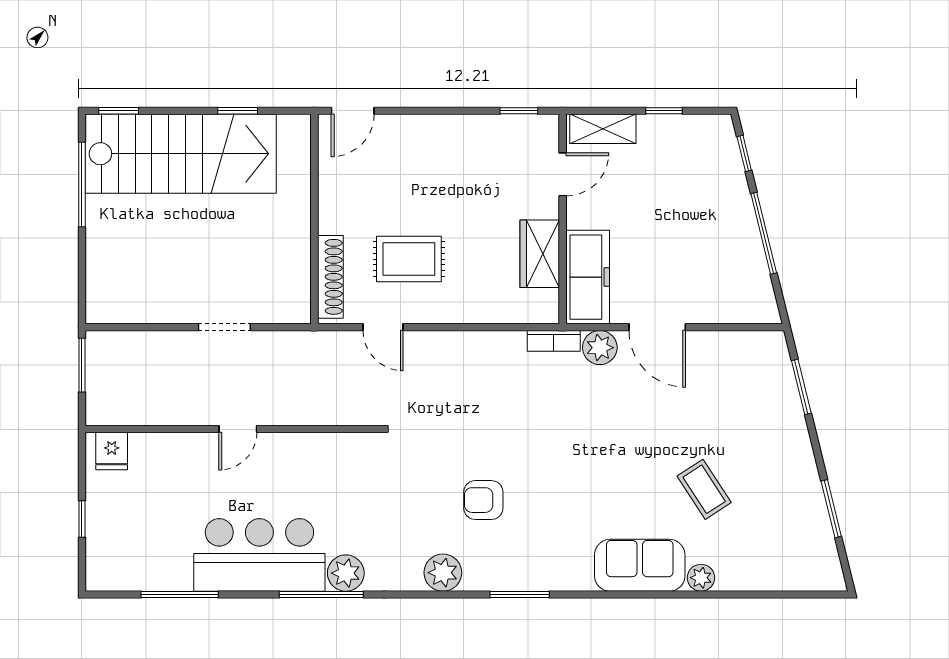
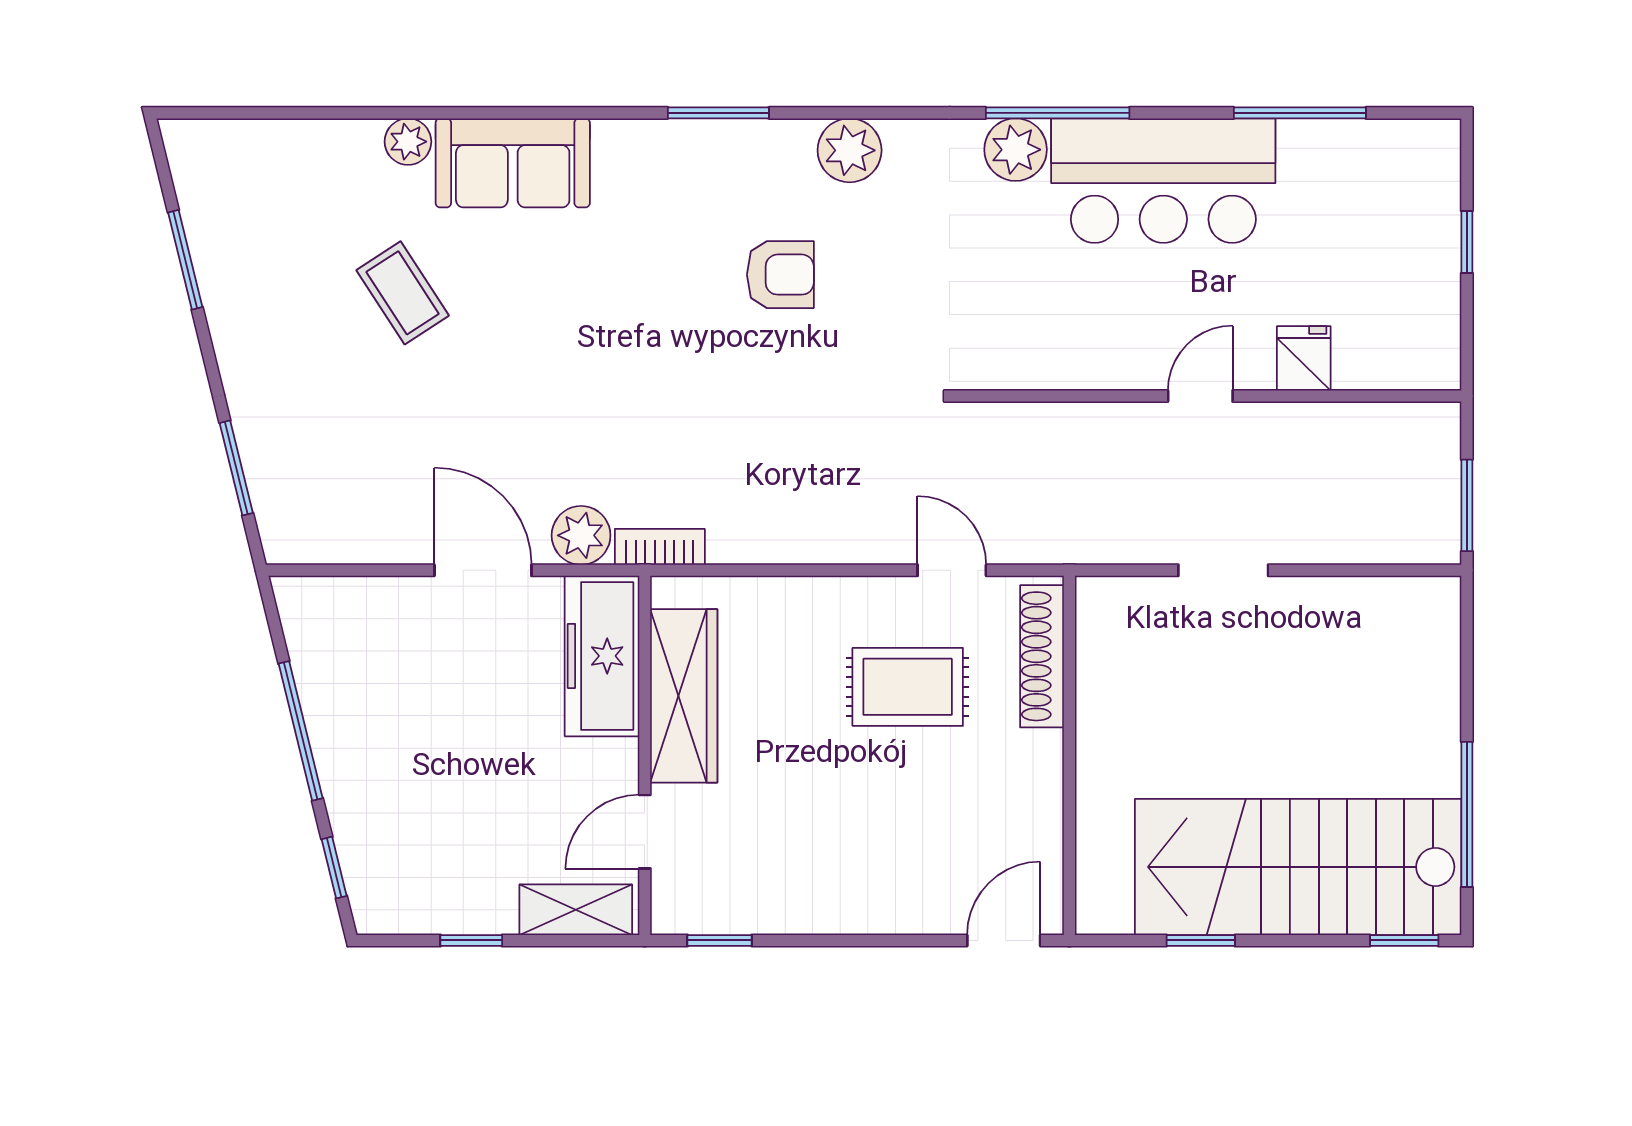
wardrobe: (540, 254) -> (684, 696), width x1.50
fridge: (112, 451) -> (1304, 358), moved

